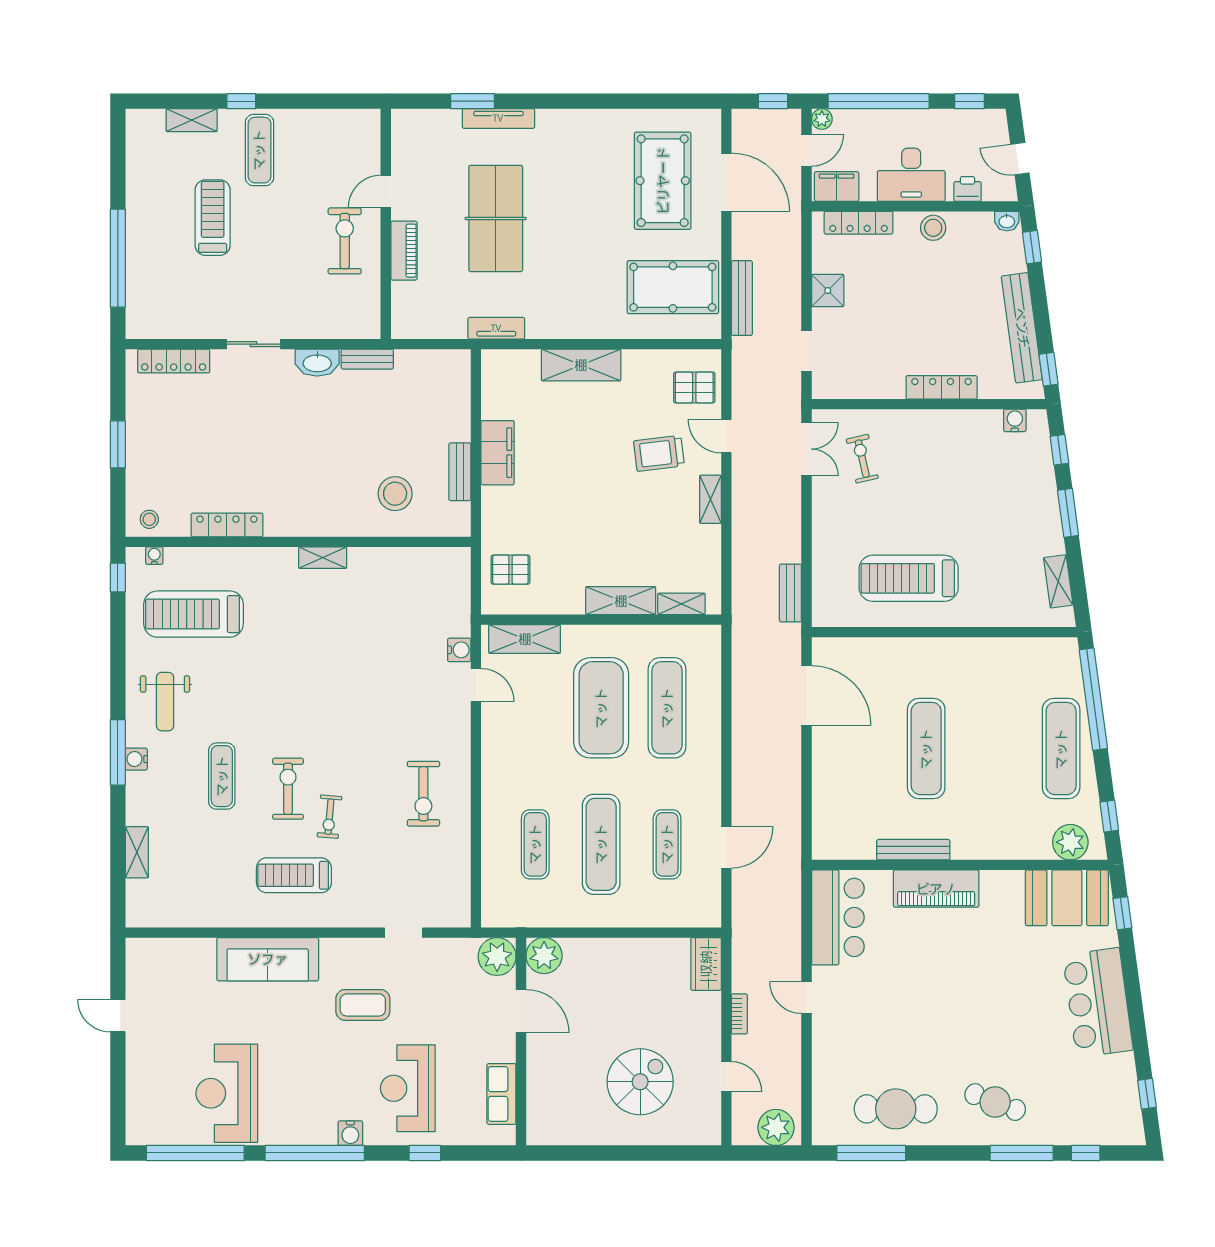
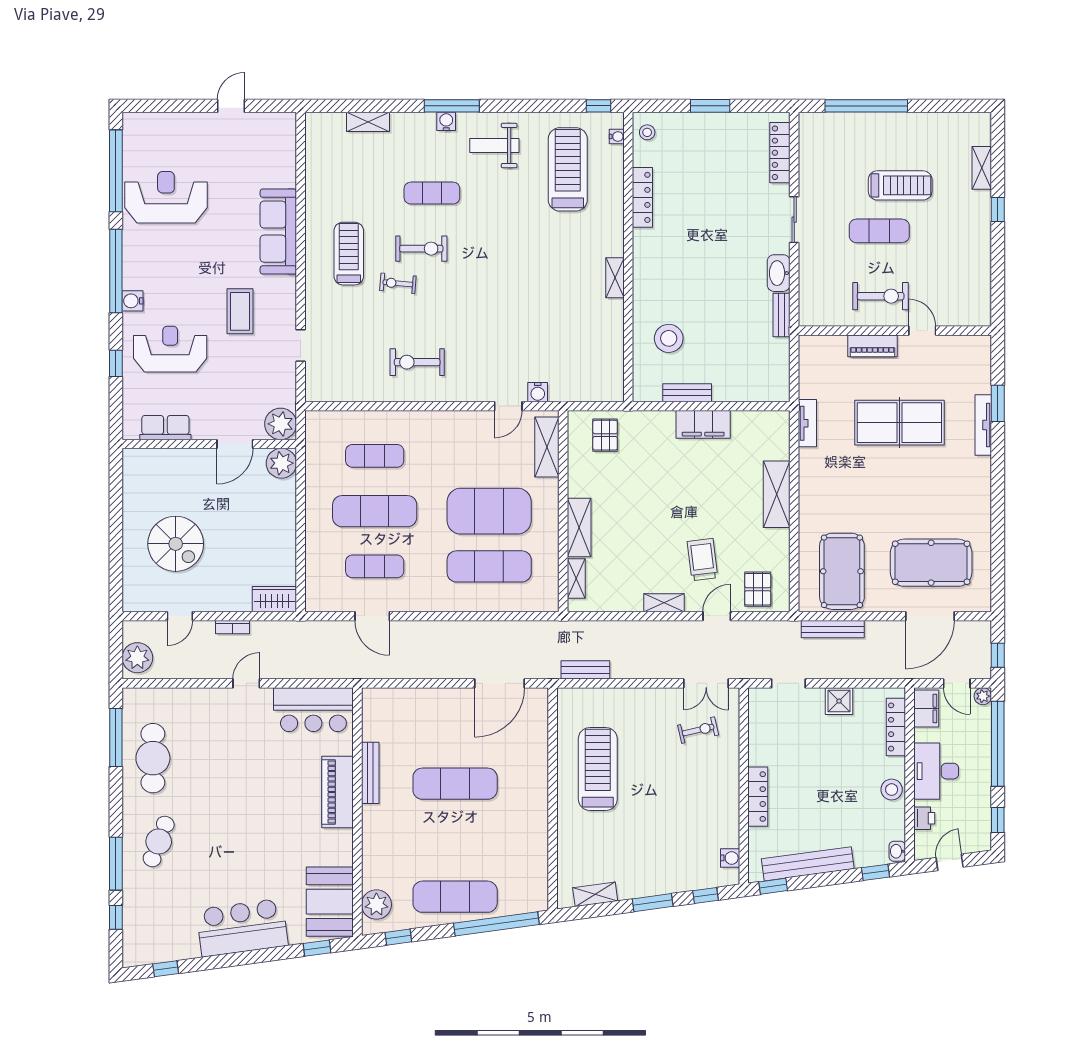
exercise mat: (259, 150) -> (879, 231), moved

